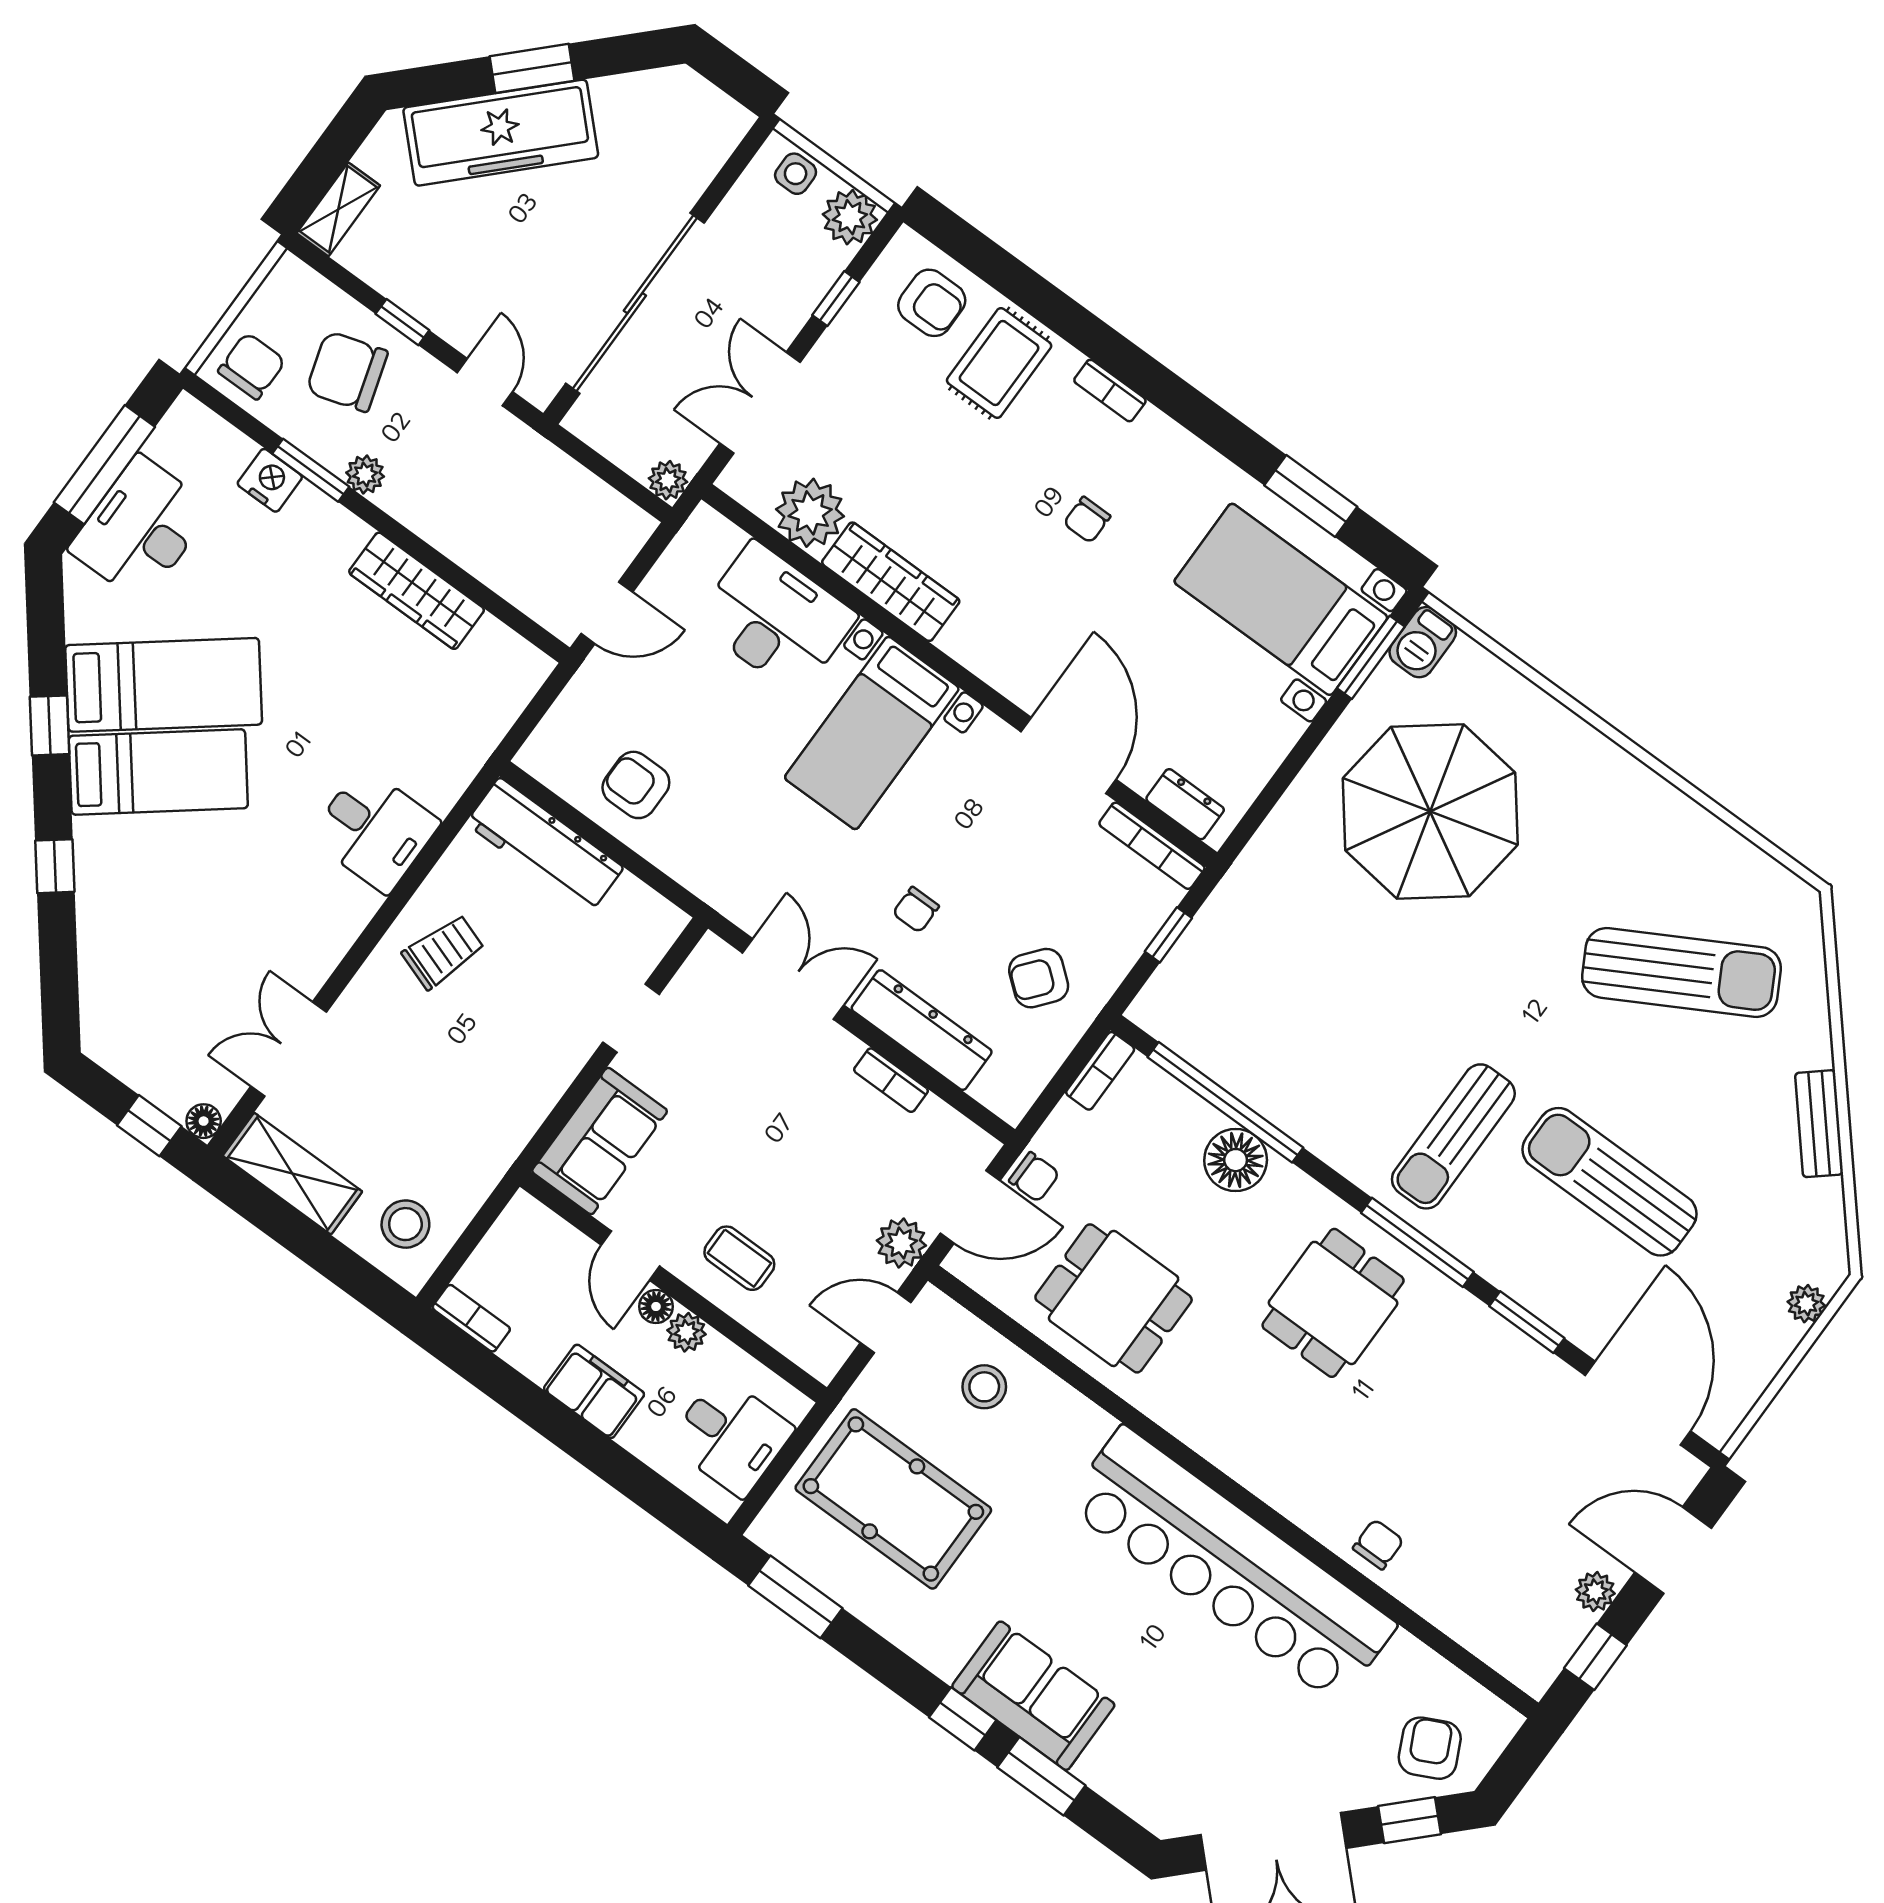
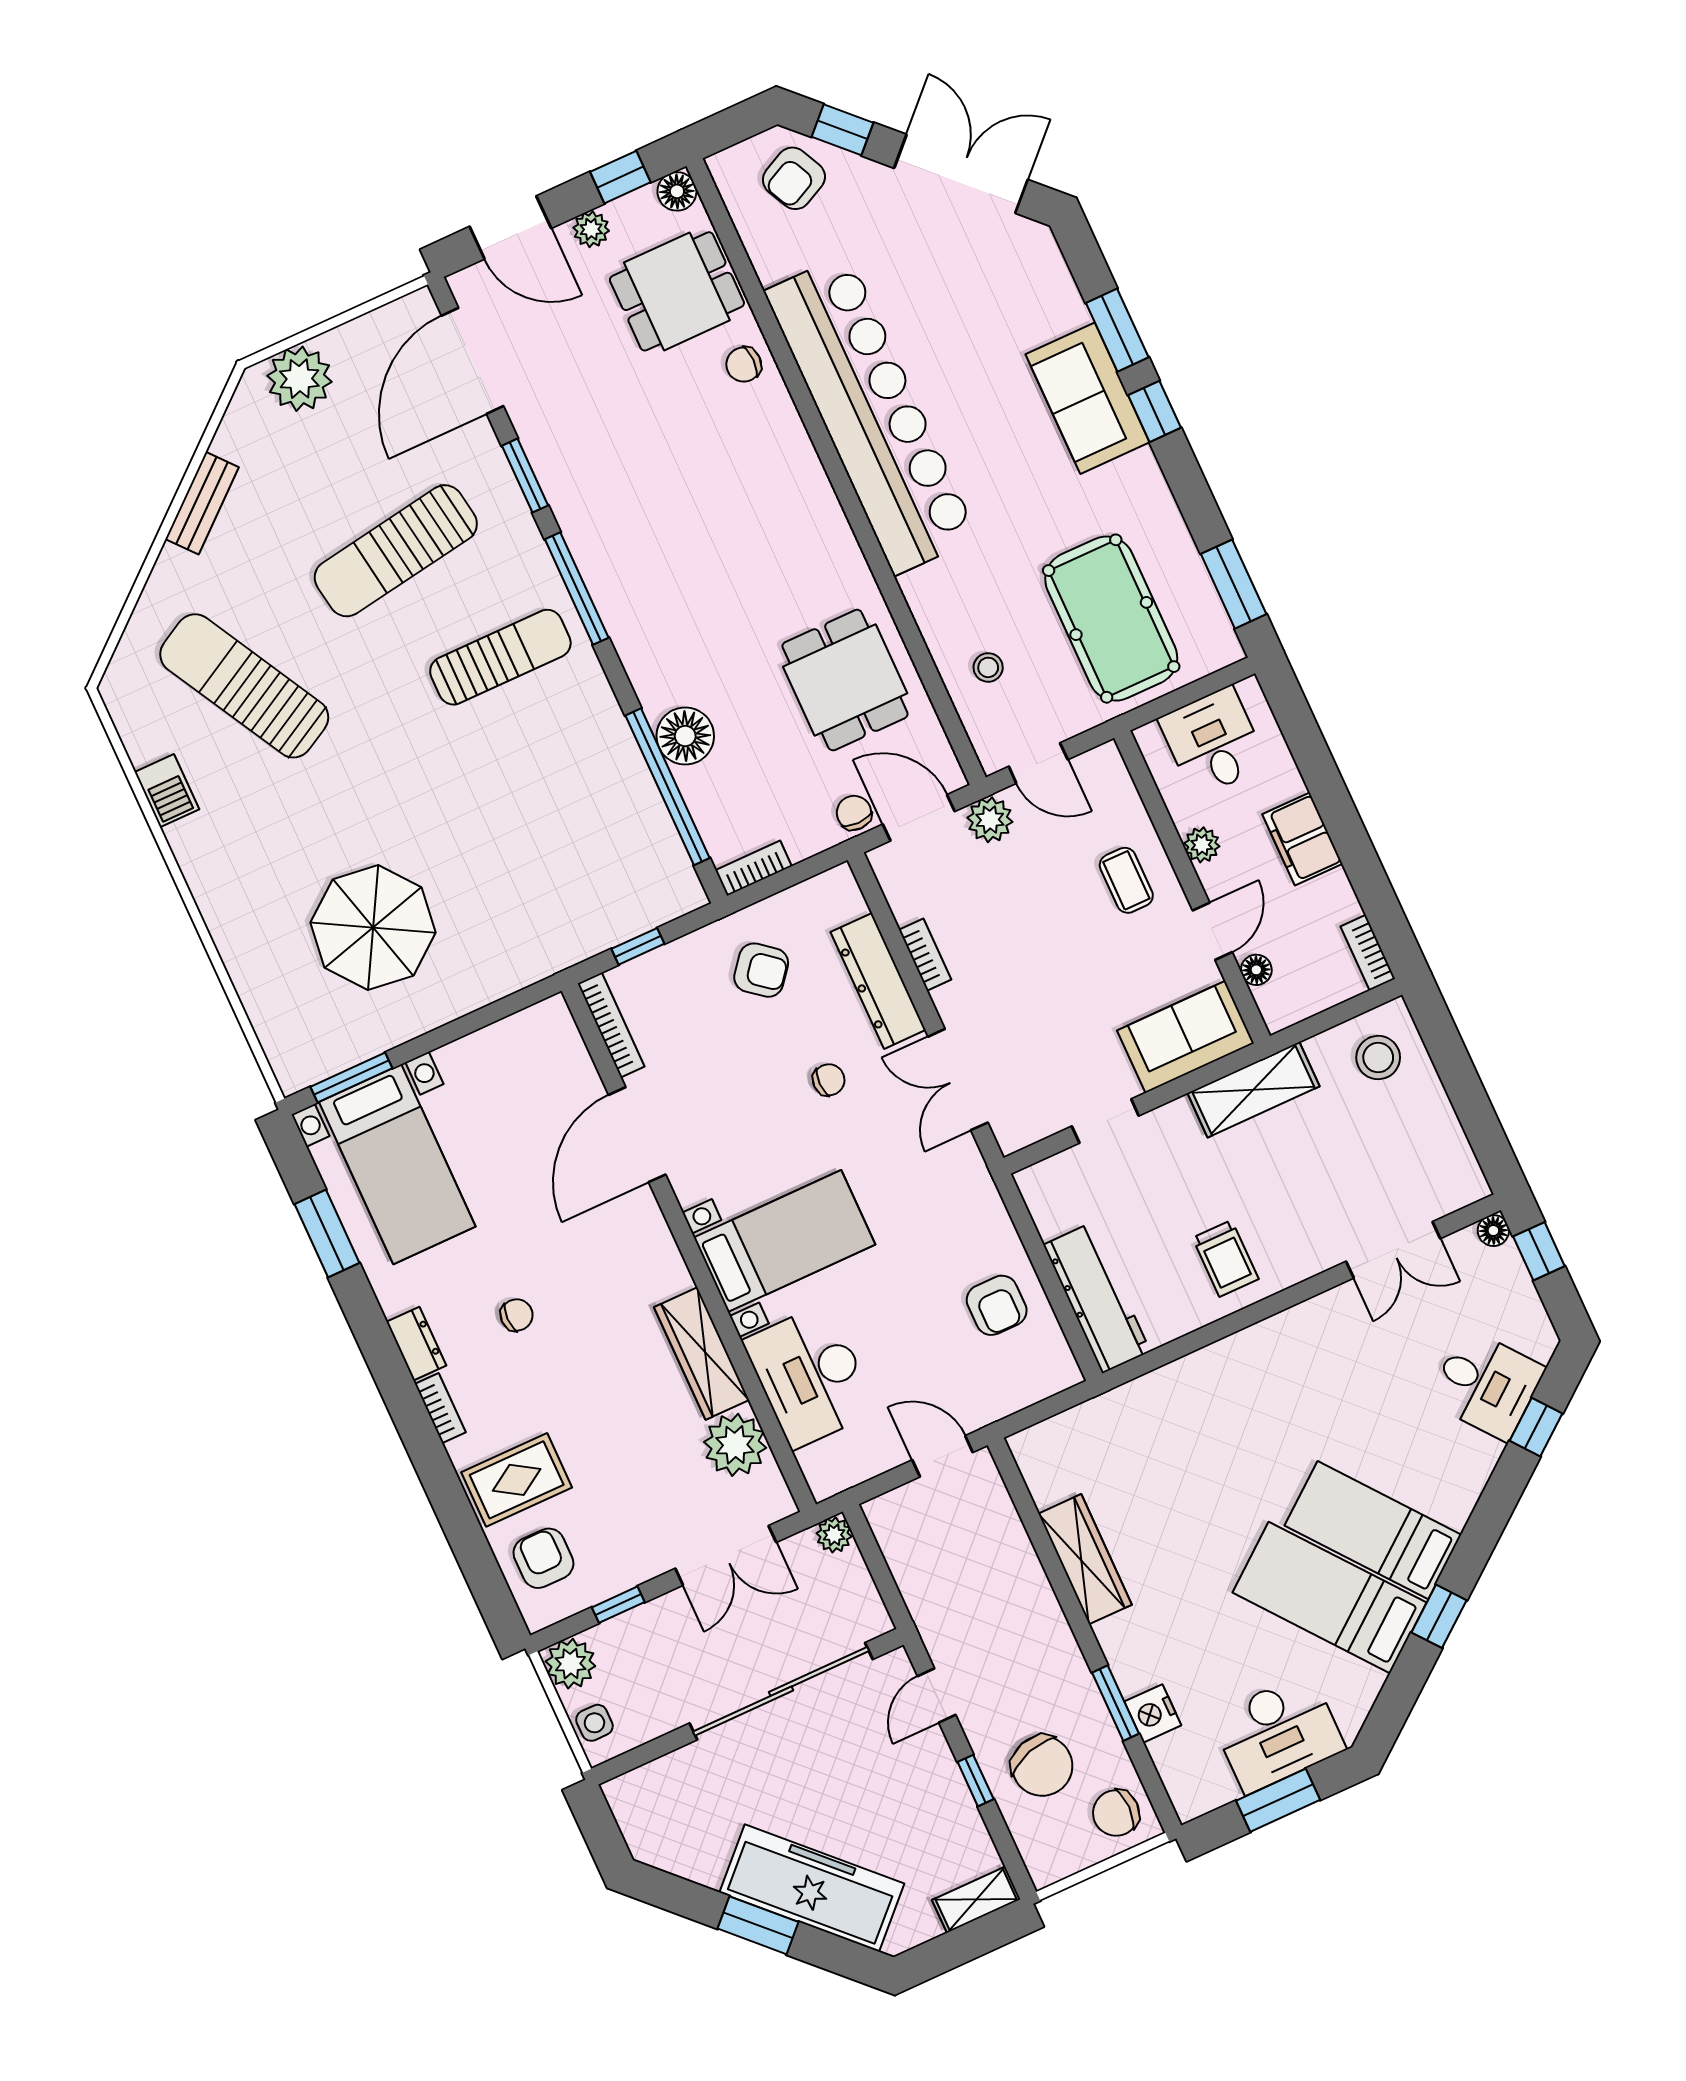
window: (104, 465) -> (1278, 1800), width x0.69
plant: (365, 475) -> (1074, 1675), removed
barbecue: (1423, 642) -> (167, 791), moved, turned 90
dresser: (1185, 804) -> (416, 1344), moved, turned 180
parasol: (1430, 811) -> (373, 928), width x0.73, depth x0.73
desk: (374, 830) -> (1486, 1384), moved, turned 142
window: (55, 866) -> (1536, 1427), moved
trolley: (443, 952) -> (1226, 1258), turned -109
shelving: (292, 1174) -> (1253, 1090), moved, turned 90
sun lounger: (1610, 1182) -> (396, 551), turned 81
dining table: (1333, 1303) -> (677, 291), moved
plant: (1806, 1304) -> (299, 379), width x1.87, depth x1.87
floor lamp: (656, 1306) -> (1256, 970), moved
stool: (984, 1387) -> (988, 667), width x0.73, depth x0.73
floor lamp: (1534, 1673) -> (677, 191), added

